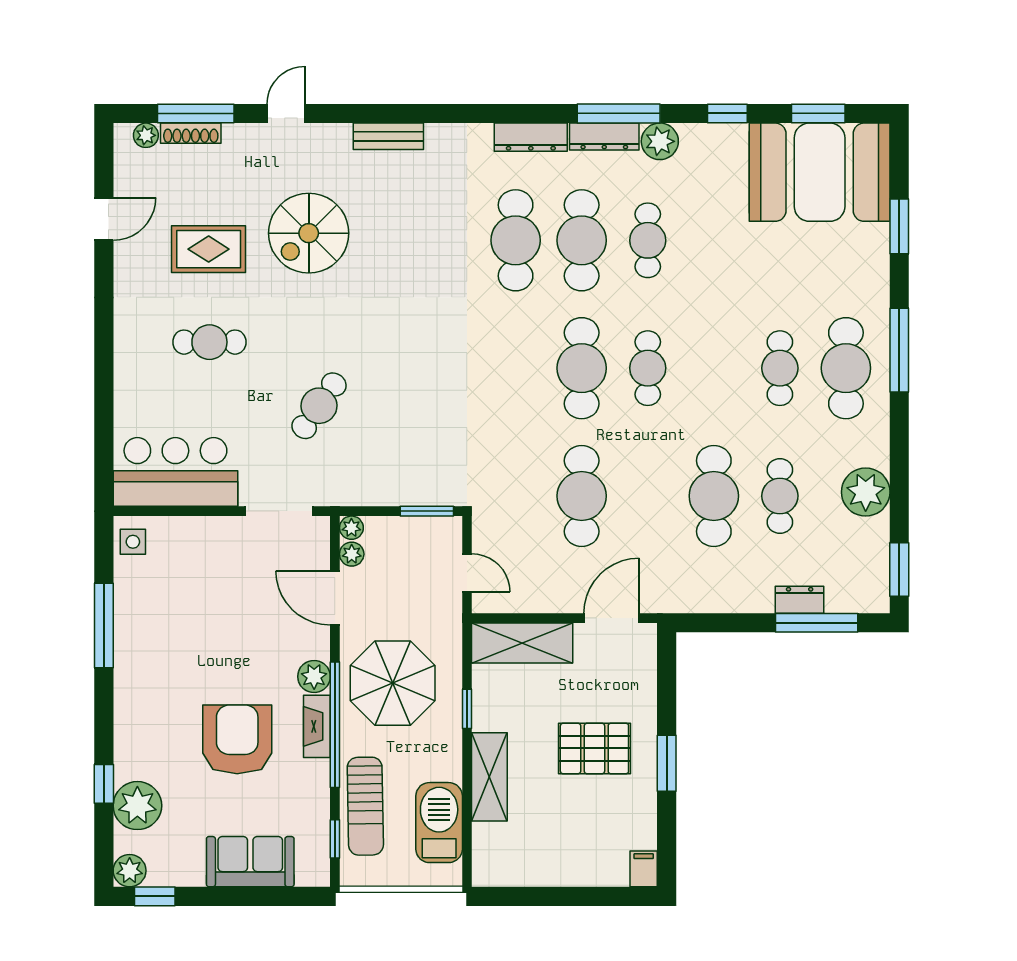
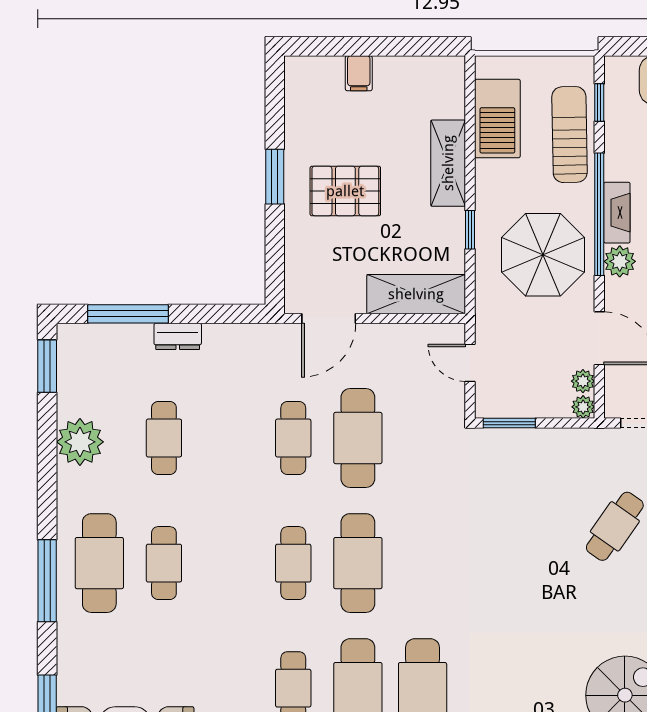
cafe table: (714, 496) -> (293, 438), moved, width x0.73, depth x0.74
dresser: (800, 600) -> (178, 336), moved
filing cabinet: (644, 869) -> (359, 73), moved

